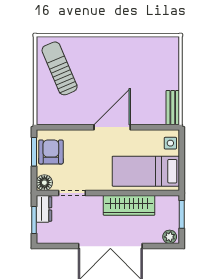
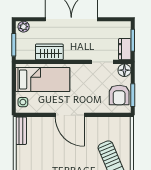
door: (112, 127) -> (70, 115), hinge flipped
wardrobe: (129, 205) -> (49, 52), width x0.67

